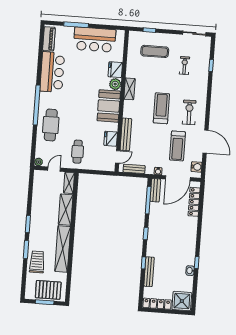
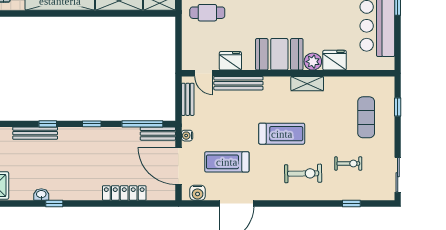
exercise bike: (189, 112) -> (303, 173), moved
locker: (194, 202) -> (124, 193), moved

